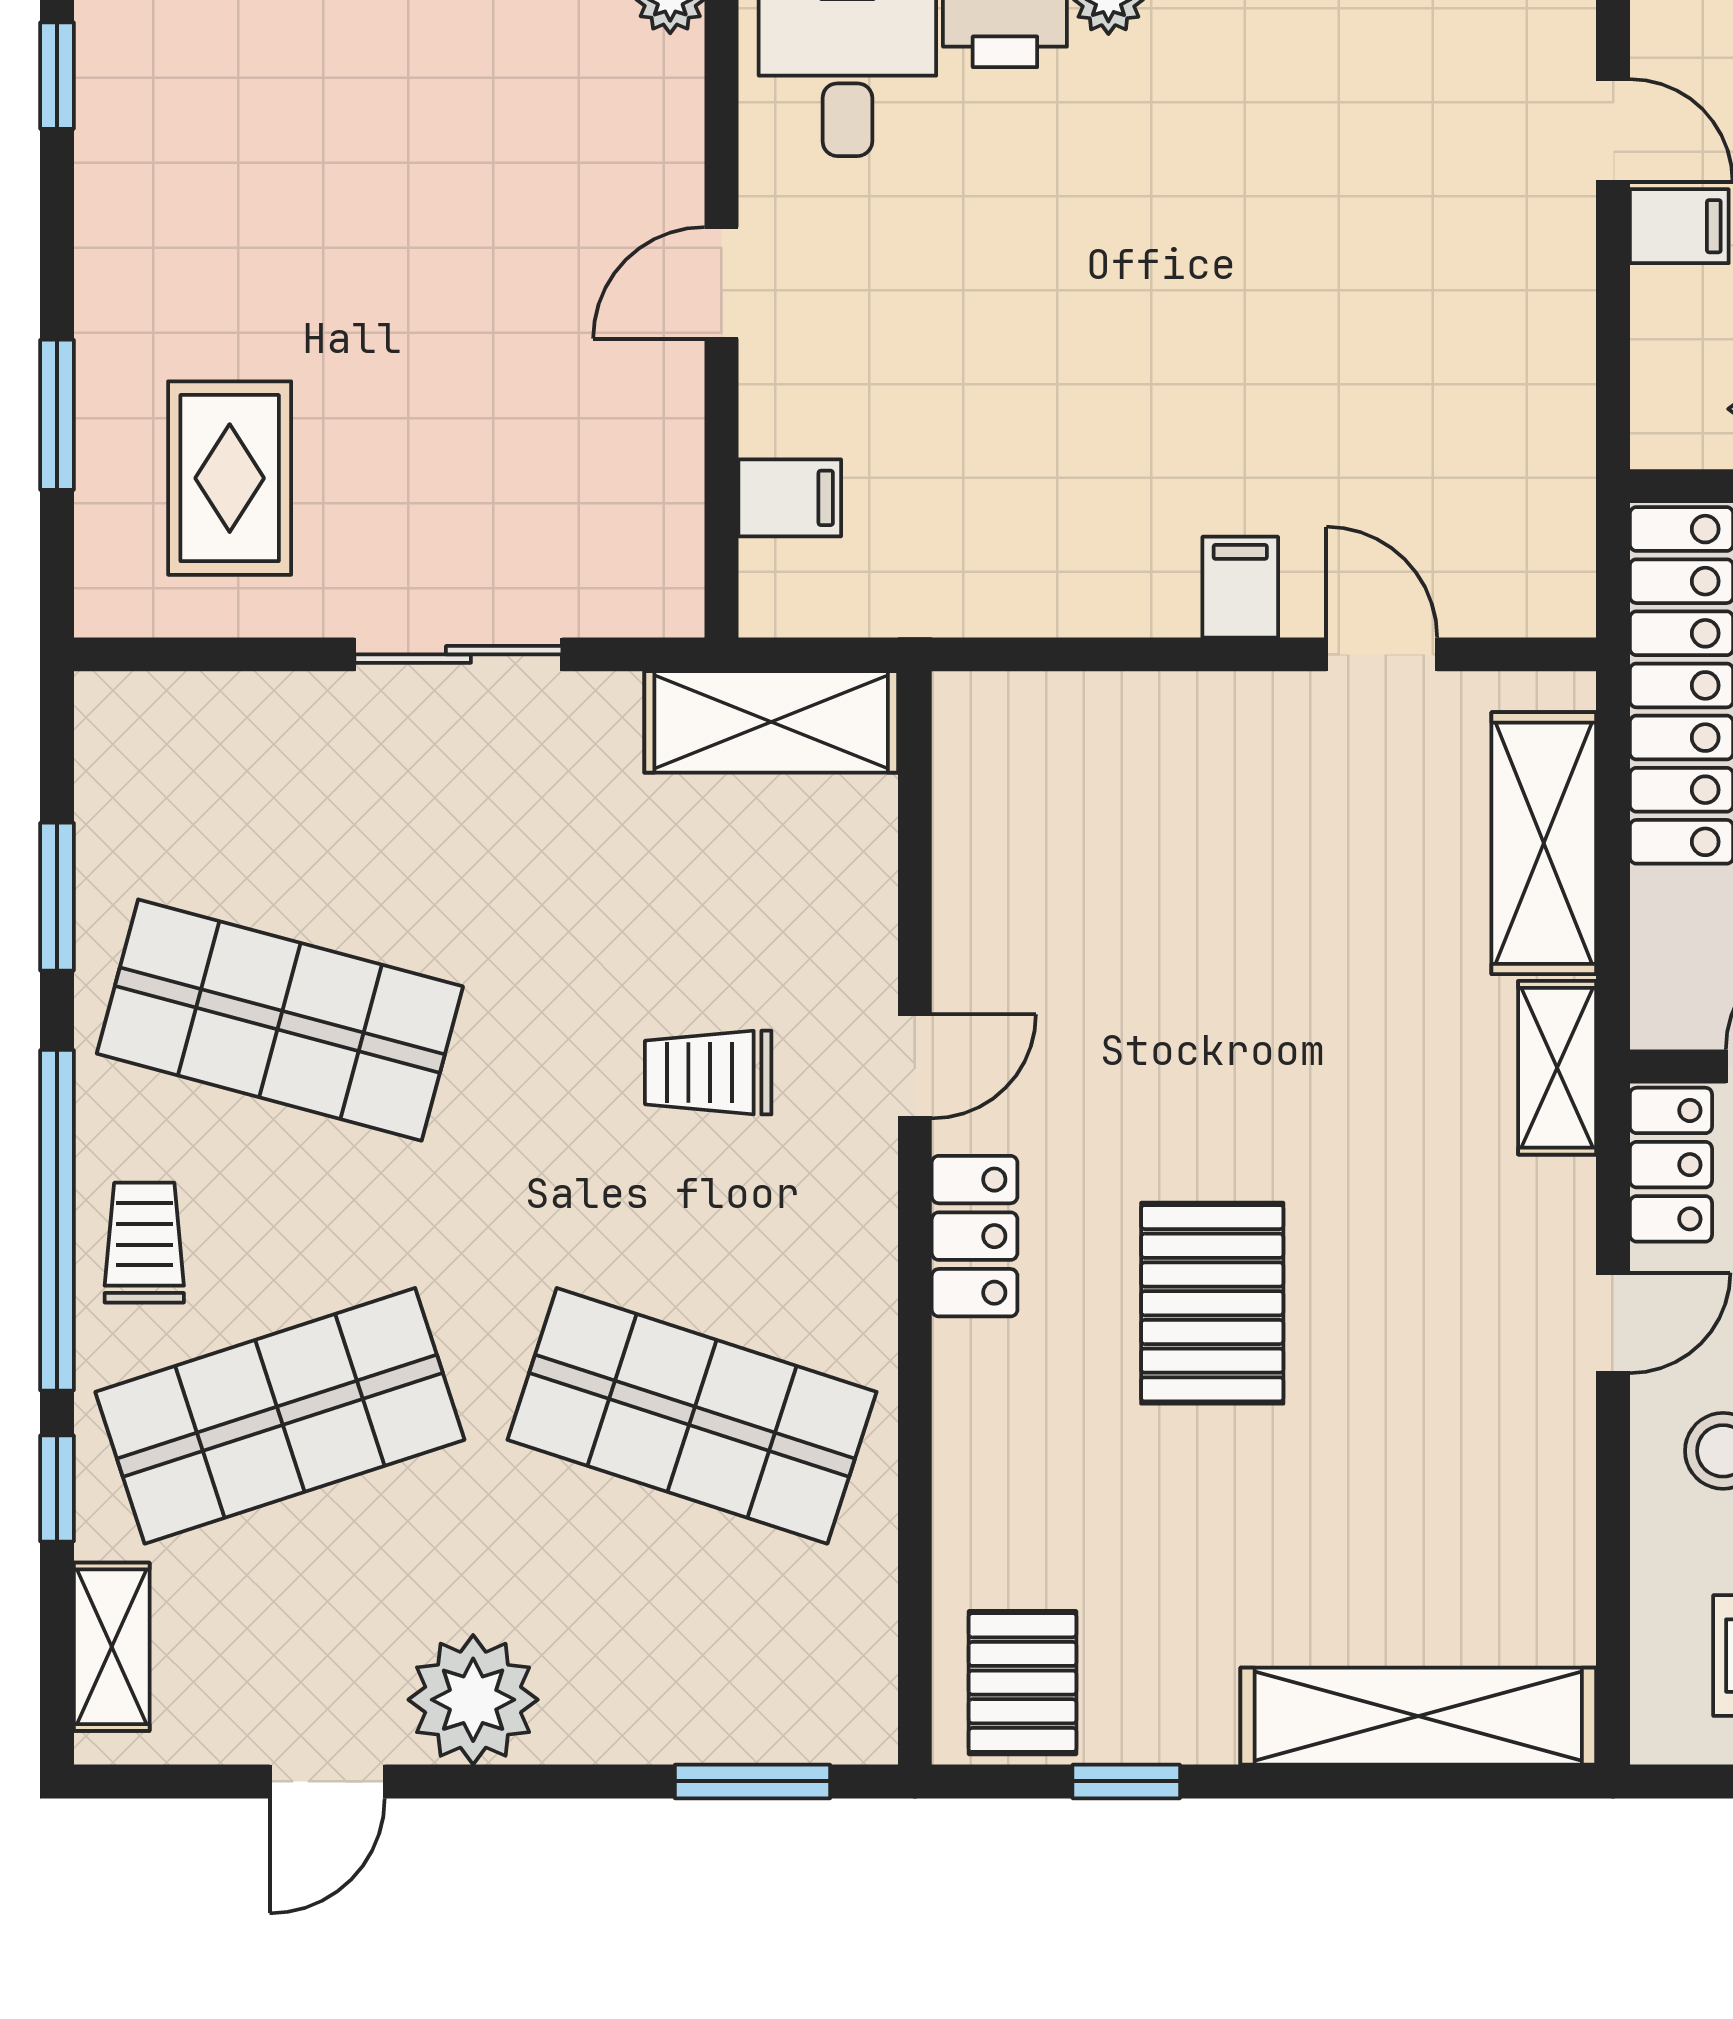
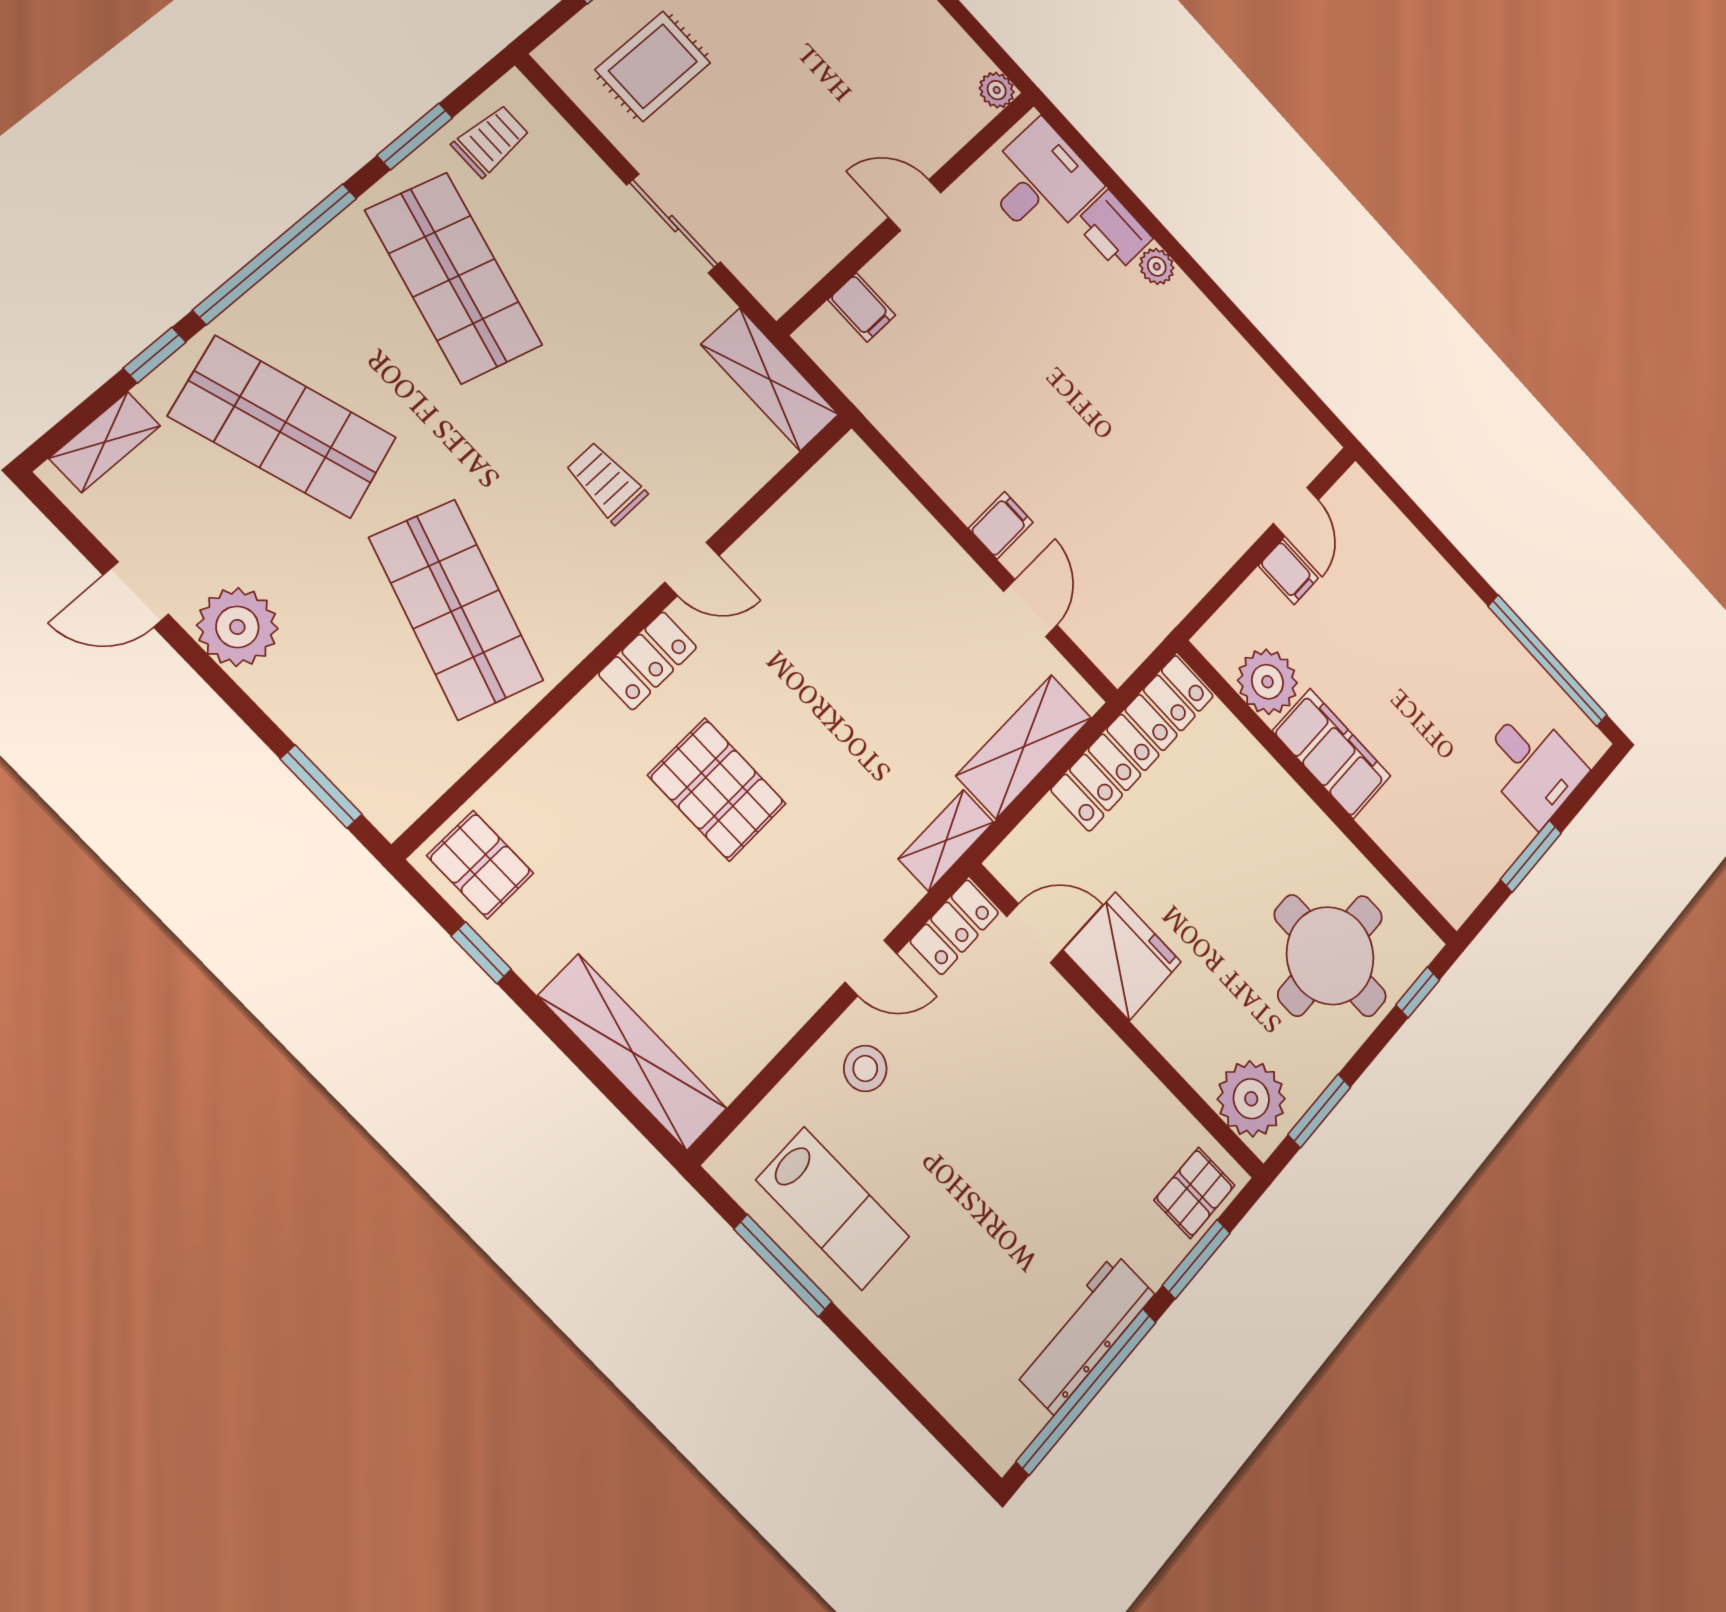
trolley: (144, 1243) -> (491, 141), moved
pallet: (1212, 1303) -> (717, 789), turned 90
pallet: (1023, 1683) -> (480, 865), turned 90

